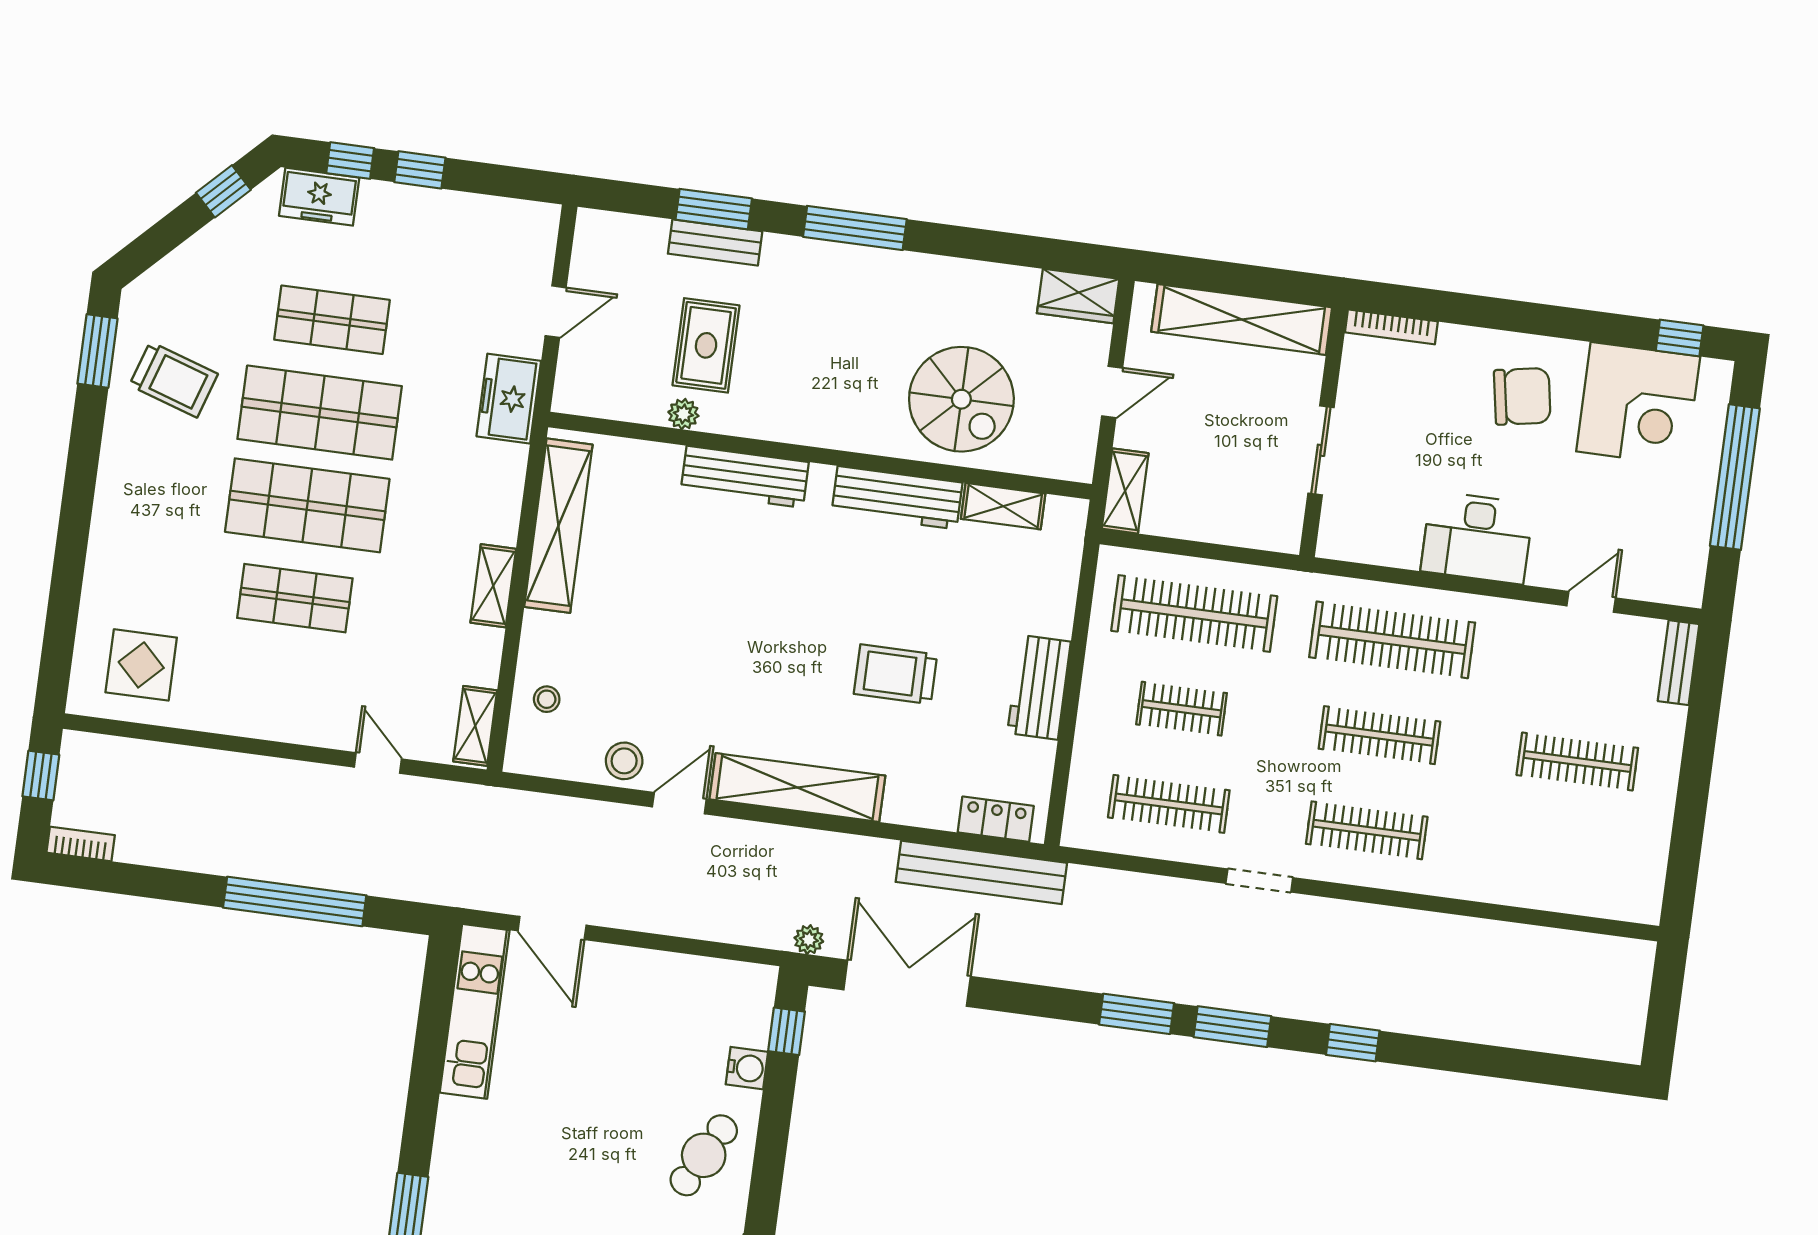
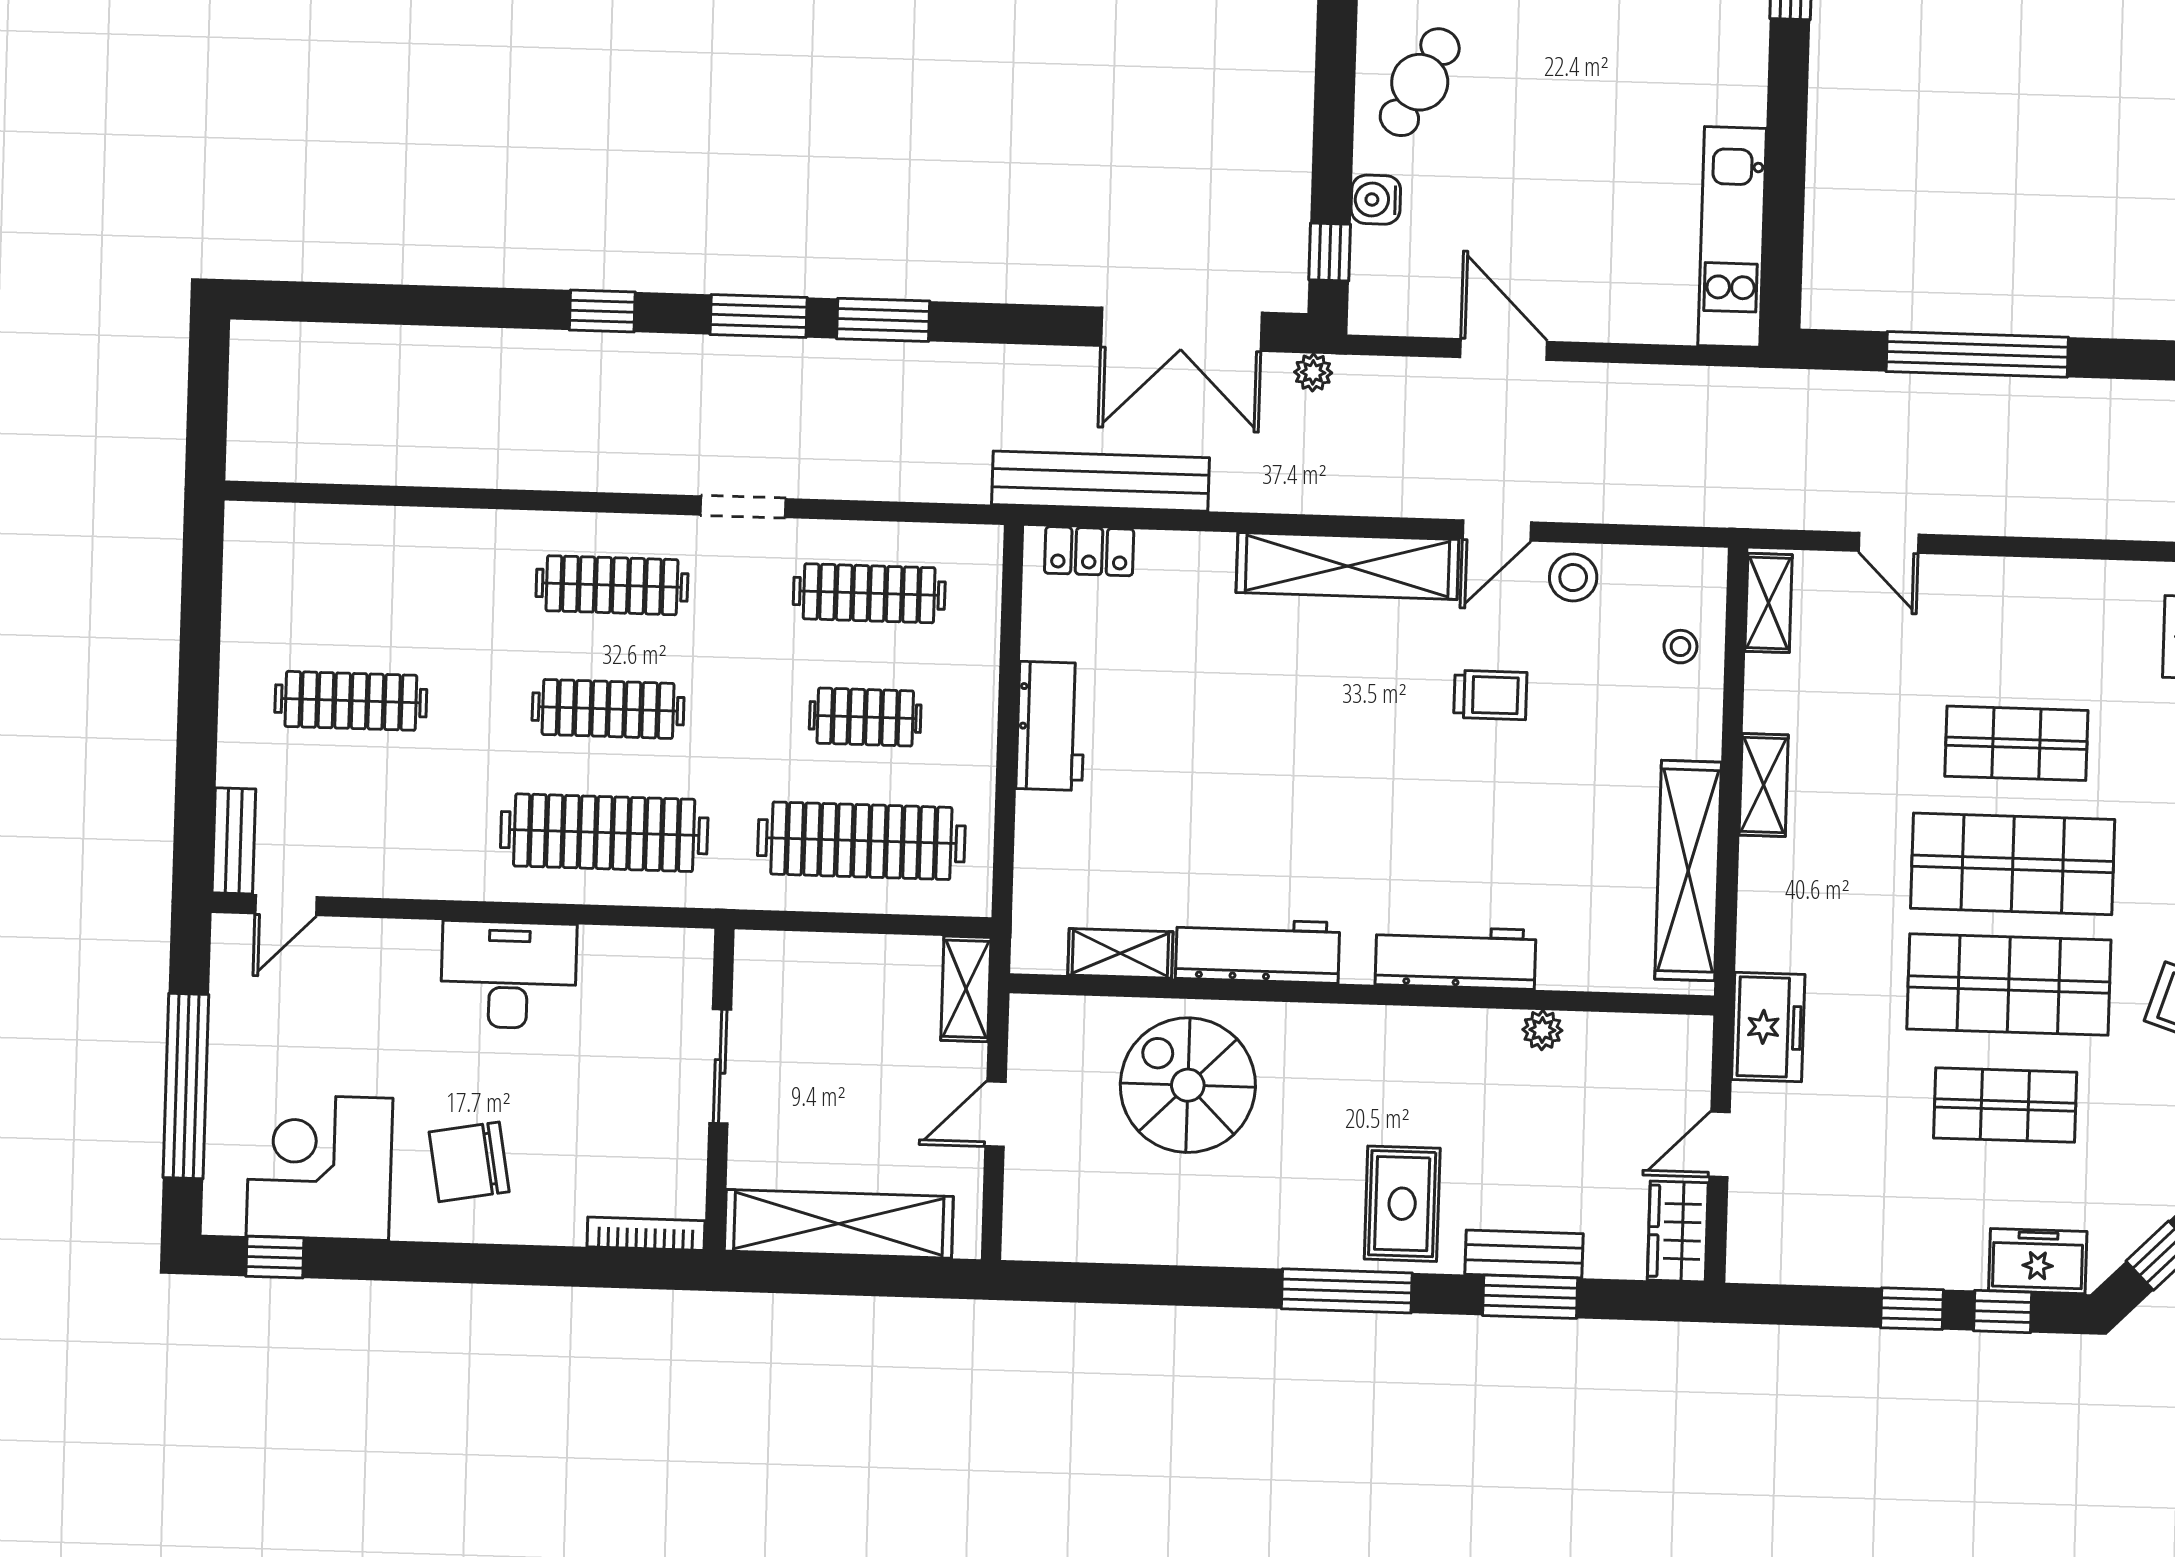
wardrobe: (1078, 296) -> (1678, 1231), moved, turned -90
rug: (706, 345) -> (1402, 1204), moved
door: (1591, 602) -> (286, 905), moved
trolley: (895, 674) -> (1490, 695), moved, width x0.73, depth x0.72
door: (552, 928) -> (1504, 349), moved

